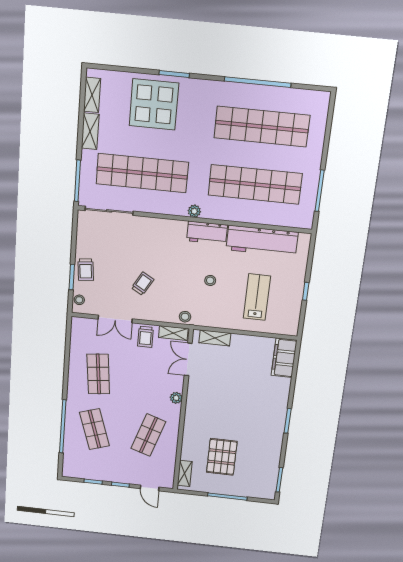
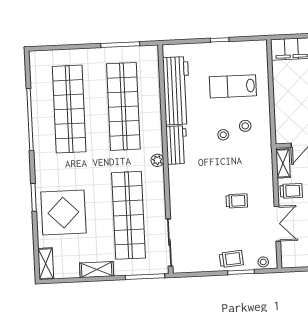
shelving: (92, 95) -> (46, 264), moved, turned 90
trolley: (143, 284) -> (237, 201), turned 150
stool: (185, 317) -> (245, 126), moved
shelving: (215, 338) -> (281, 121), removed

